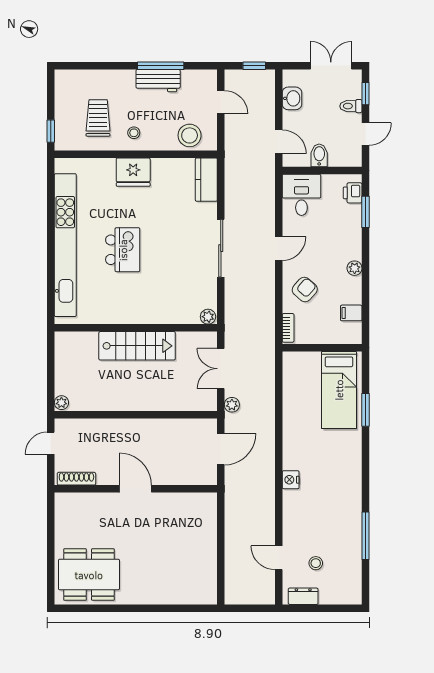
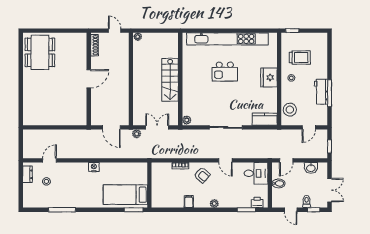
wall: (322, 348) -> (149, 185), moved
bed: (339, 390) -> (125, 195), moved

